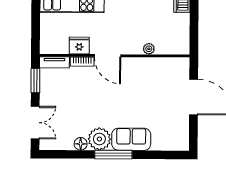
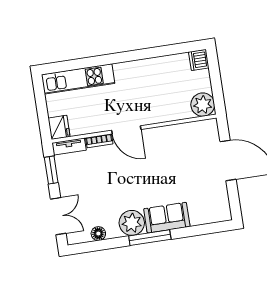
fridge: (79, 46) -> (59, 127), moved, turned 90
plant: (149, 49) -> (203, 105), moved, width x1.88, depth x1.88
floor lamp: (81, 144) -> (98, 234), moved

